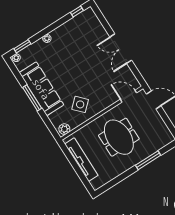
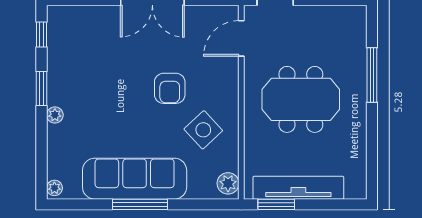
window: (22, 46) -> (42, 88), moved
armchair: (89, 79) -> (170, 88), added
window: (68, 155) -> (276, 204), added

